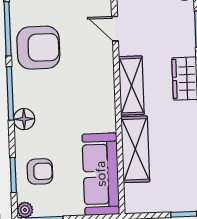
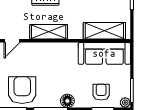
shelving: (135, 149) -> (104, 31), moved

